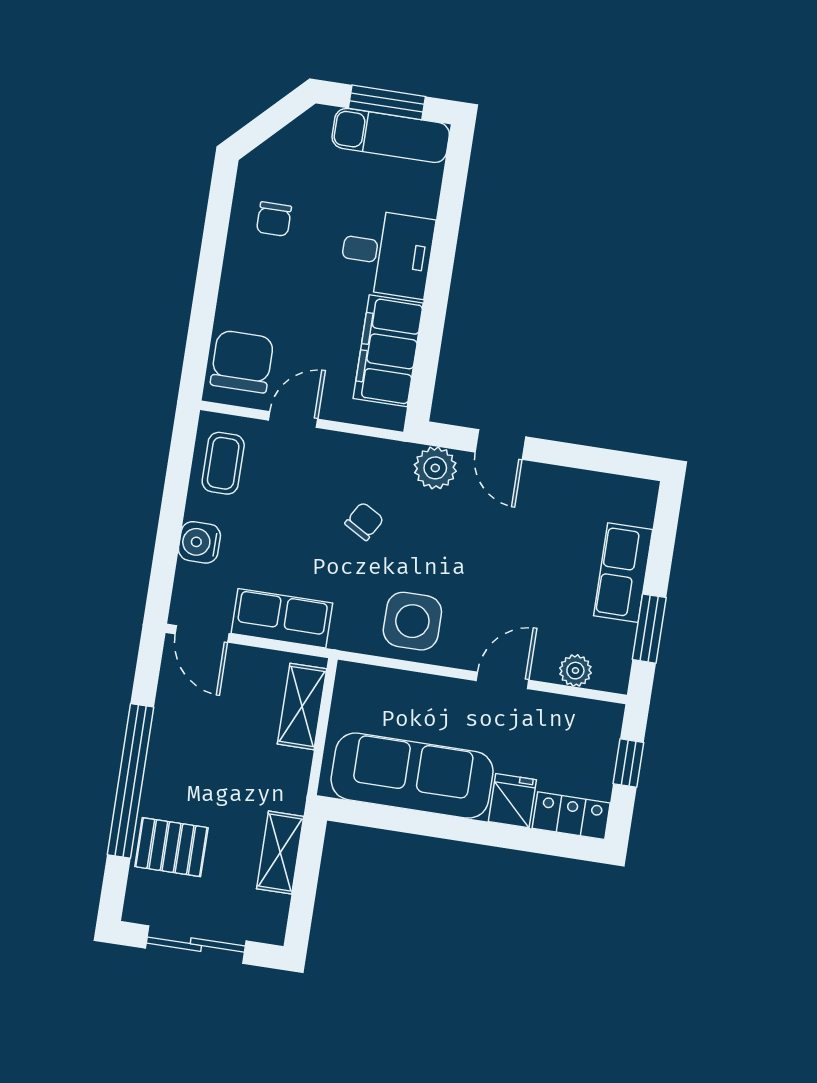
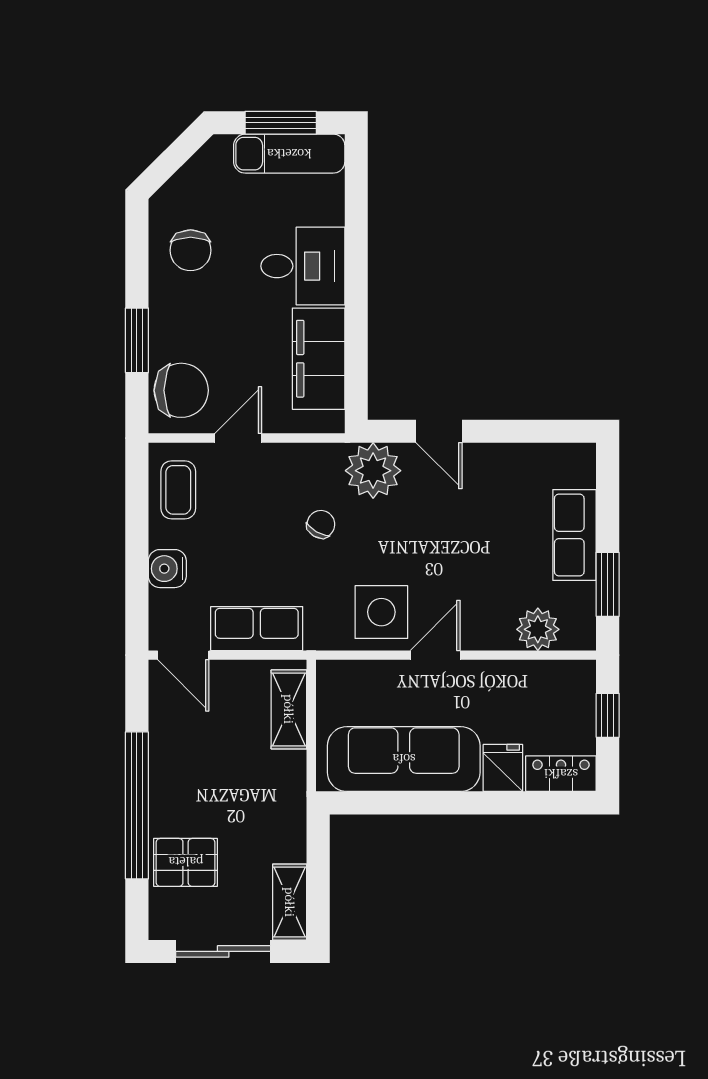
chair: (274, 219) -> (191, 250), width x1.37, depth x1.37
window: (204, 303) -> (137, 340), added
chair: (242, 361) -> (181, 390), turned 90
plant: (435, 468) -> (373, 471), width x1.36, depth x1.36
plant: (575, 671) -> (538, 629), width x1.38, depth x1.38
door: (503, 680) -> (435, 655), moved
shelving: (280, 853) -> (290, 902), moved

